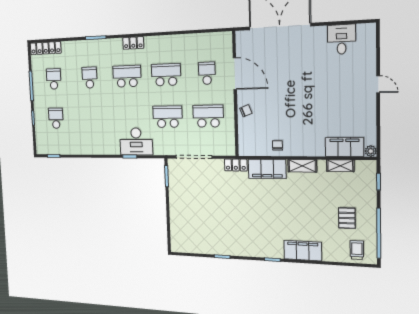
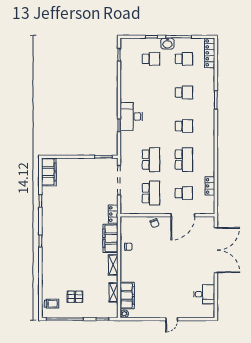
locker: (133, 43) -> (210, 186), moved
school desk: (127, 76) -> (184, 126), width x0.54
washbasin: (39, 99) -> (167, 44), added
desk: (136, 141) -> (131, 117), moved
filing cabinet: (303, 251) -> (49, 172), moved

